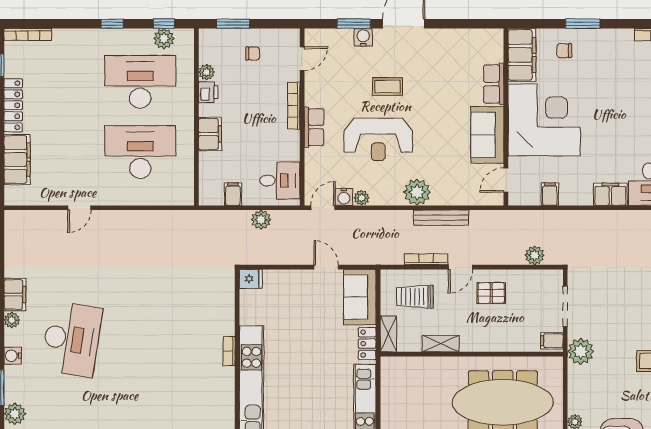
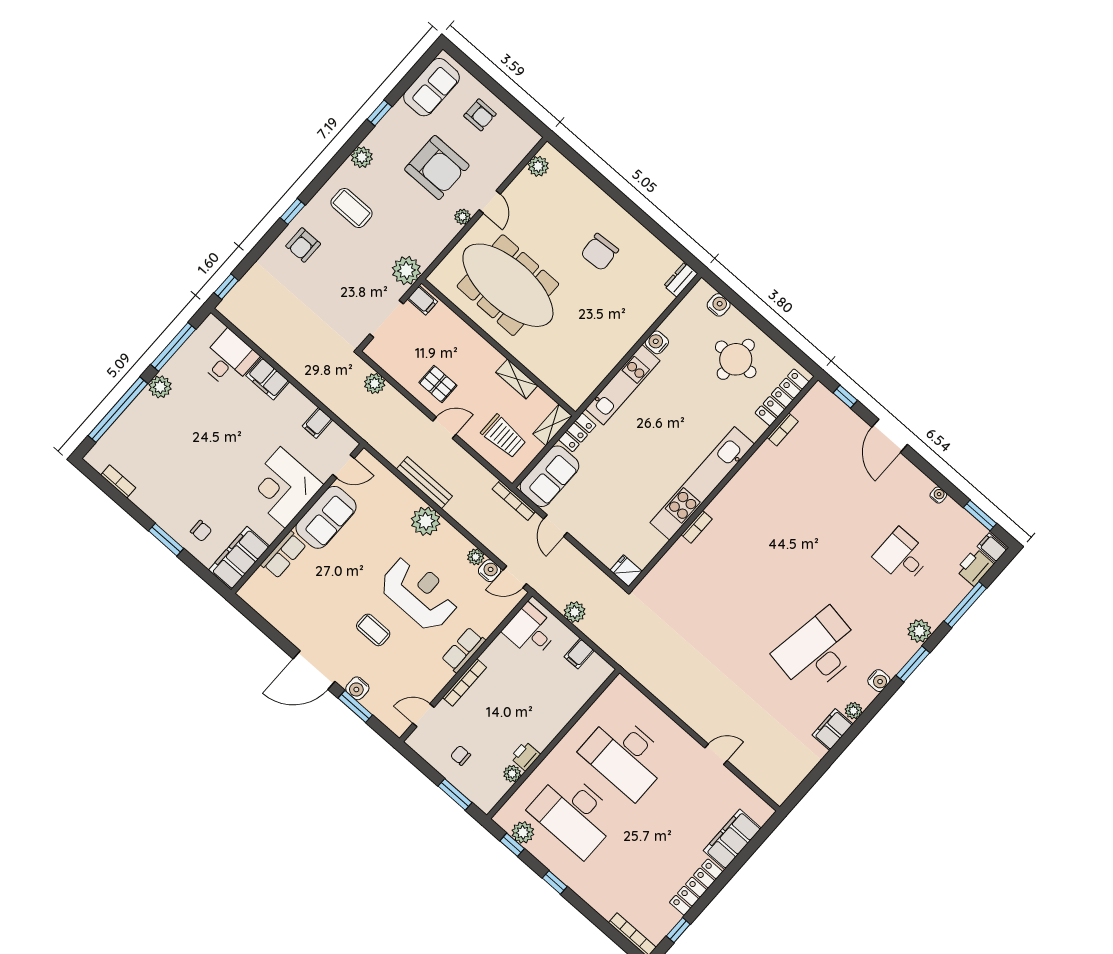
corner desk: (544, 120) -> (283, 487), width x0.74, depth x0.74
filing cabinet: (210, 134) -> (554, 720), removed
bookcase: (426, 259) -> (514, 500), moved

